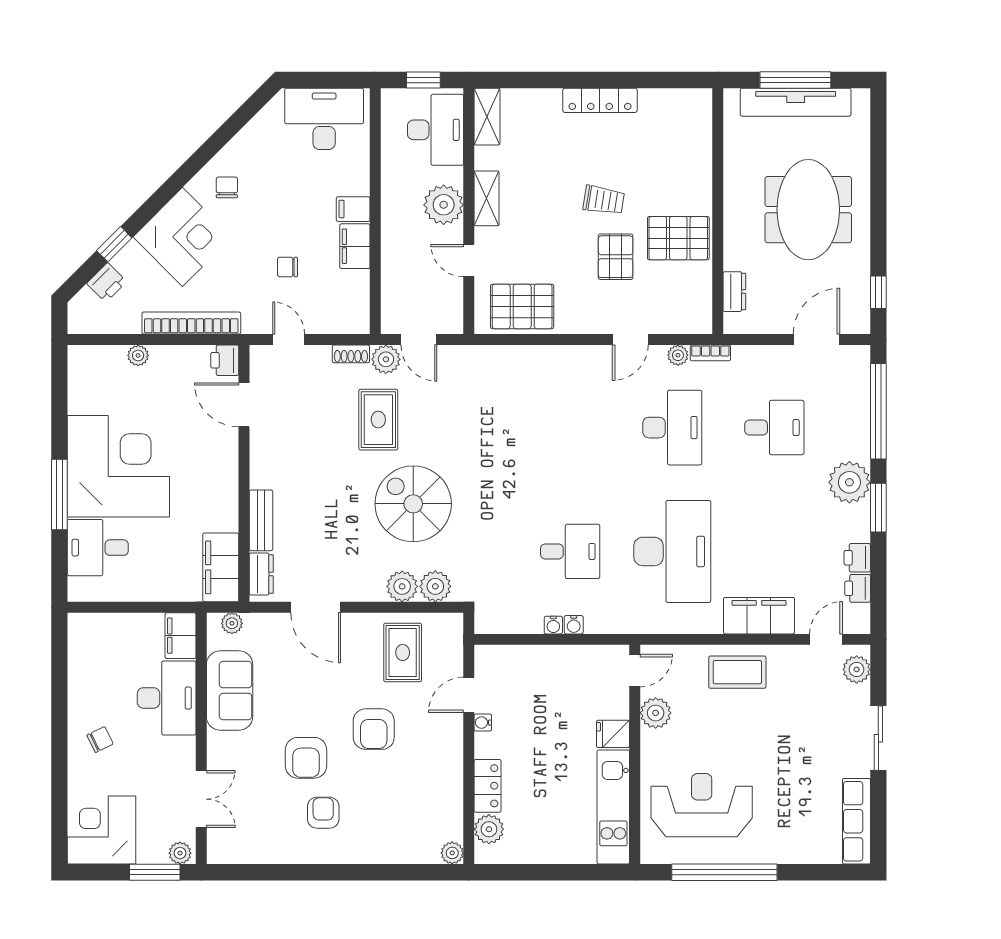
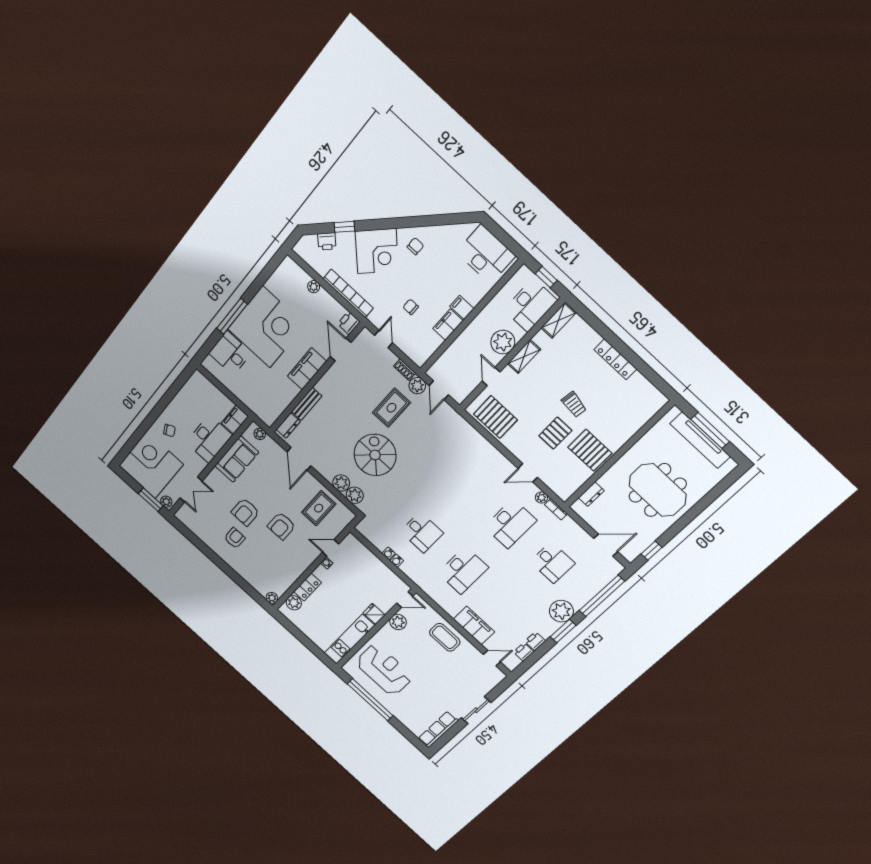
meeting table: (808, 210) -> (658, 490), turned 90
desk: (672, 551) -> (463, 570), width x0.73, depth x0.77
filing cabinet: (221, 567) -> (307, 369), moved
plant: (857, 669) -> (493, 679), removed
corner desk: (102, 830) -> (151, 465), width x1.36, depth x1.36

